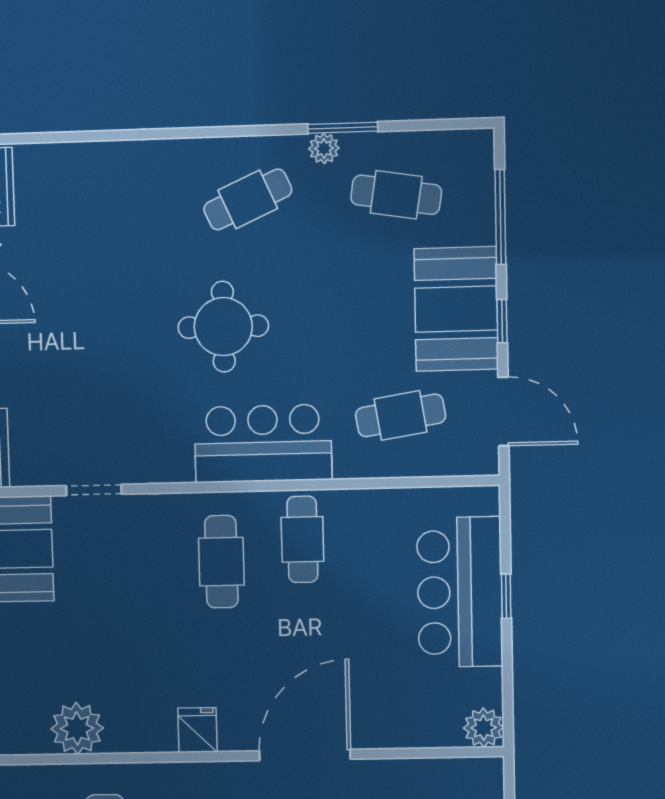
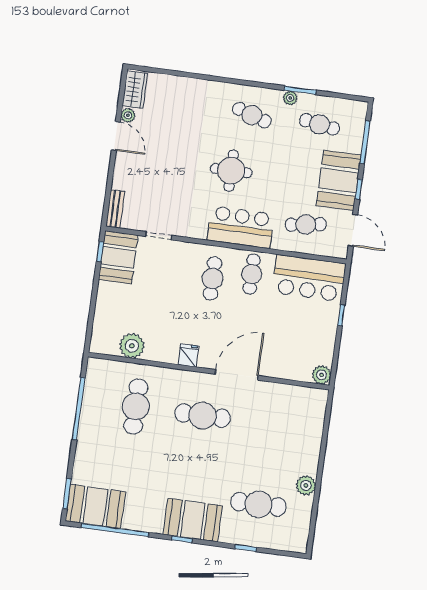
cafe table: (248, 199) -> (252, 115), turned 42
bar counter: (460, 592) -> (309, 278), moved, turned -90

